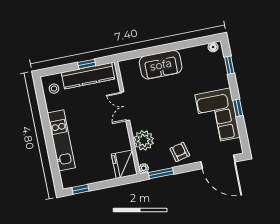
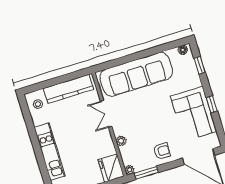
window: (87, 64) -> (66, 78), removed
sofa: (161, 65) -> (136, 74), width x1.85, depth x1.27
plant: (144, 140) -> (121, 141), width x0.53, depth x0.53
armchair: (180, 152) -> (162, 151), turned 105

